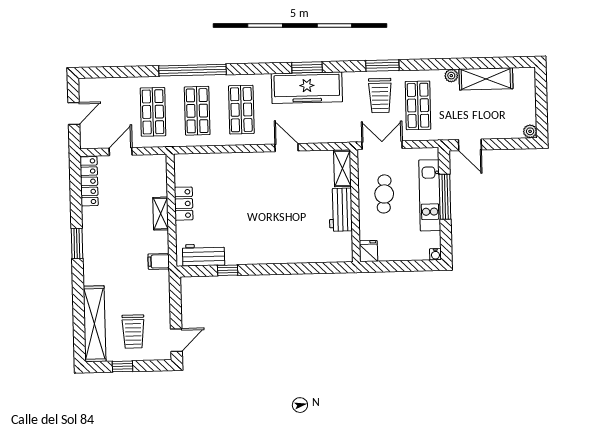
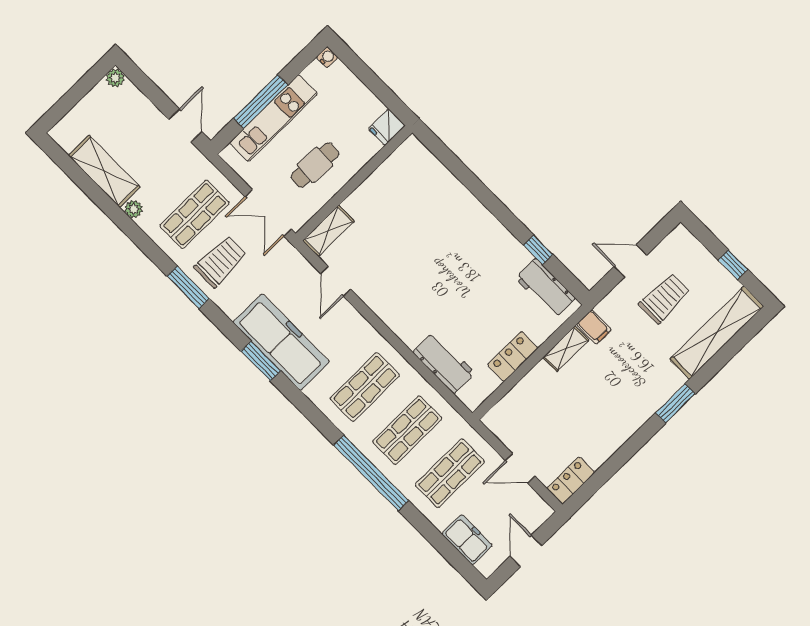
freezer: (109, 88) -> (467, 540), added
door: (74, 113) -> (526, 551), hinge flipped
door: (287, 148) -> (336, 281), moved
locker: (89, 181) -> (571, 480), width x0.66
workbench: (341, 210) -> (444, 363), moved, turned -90
shelving: (161, 214) -> (566, 349), moved
window: (77, 243) -> (675, 403), moved
trolley: (133, 332) -> (664, 298), moved
door: (176, 340) -> (630, 261), moved

